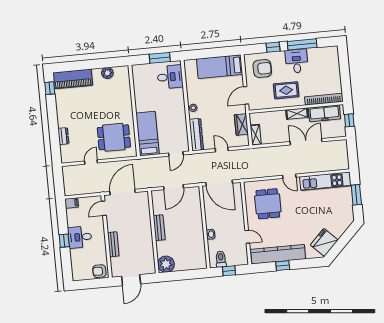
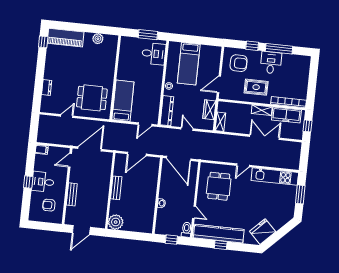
bed: (220, 67) -> (189, 64), moved, turned -90
door: (289, 176) -> (243, 165), hinge flipped
toilet: (221, 259) -> (186, 230), moved
armchair: (99, 271) -> (49, 205), moved

